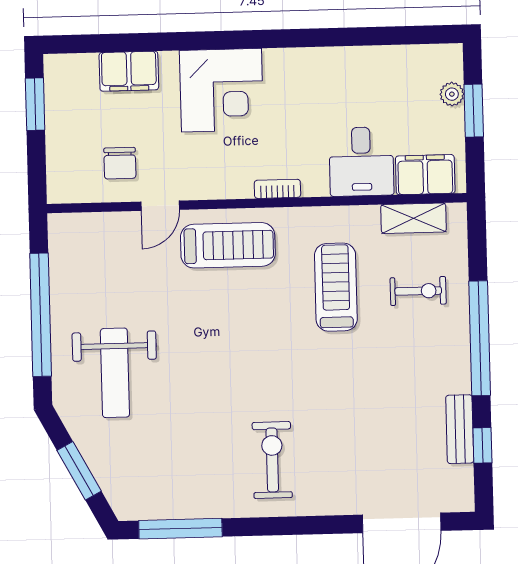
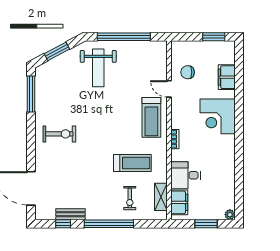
plant: (452, 94) -> (230, 215), moved
weight bench: (115, 373) -> (98, 68), turned -90

